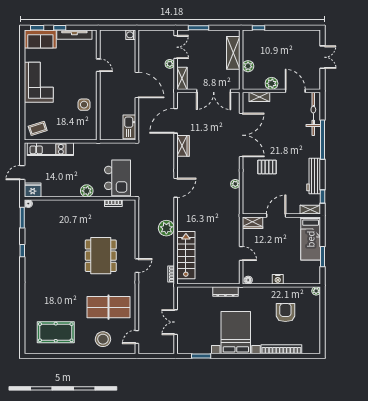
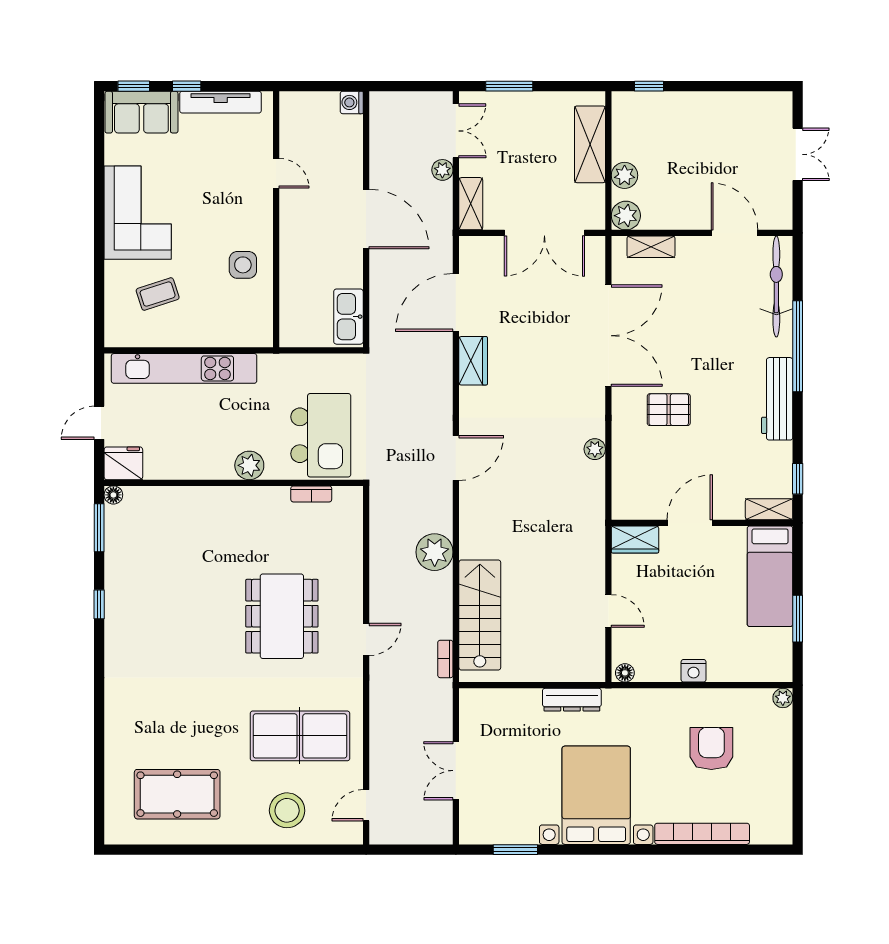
plant: (272, 83) -> (626, 216), moved
coffee table: (38, 128) -> (158, 294), moved
kitchen unit: (50, 149) -> (184, 368), width x1.36
workbench: (314, 176) -> (777, 399), moved

